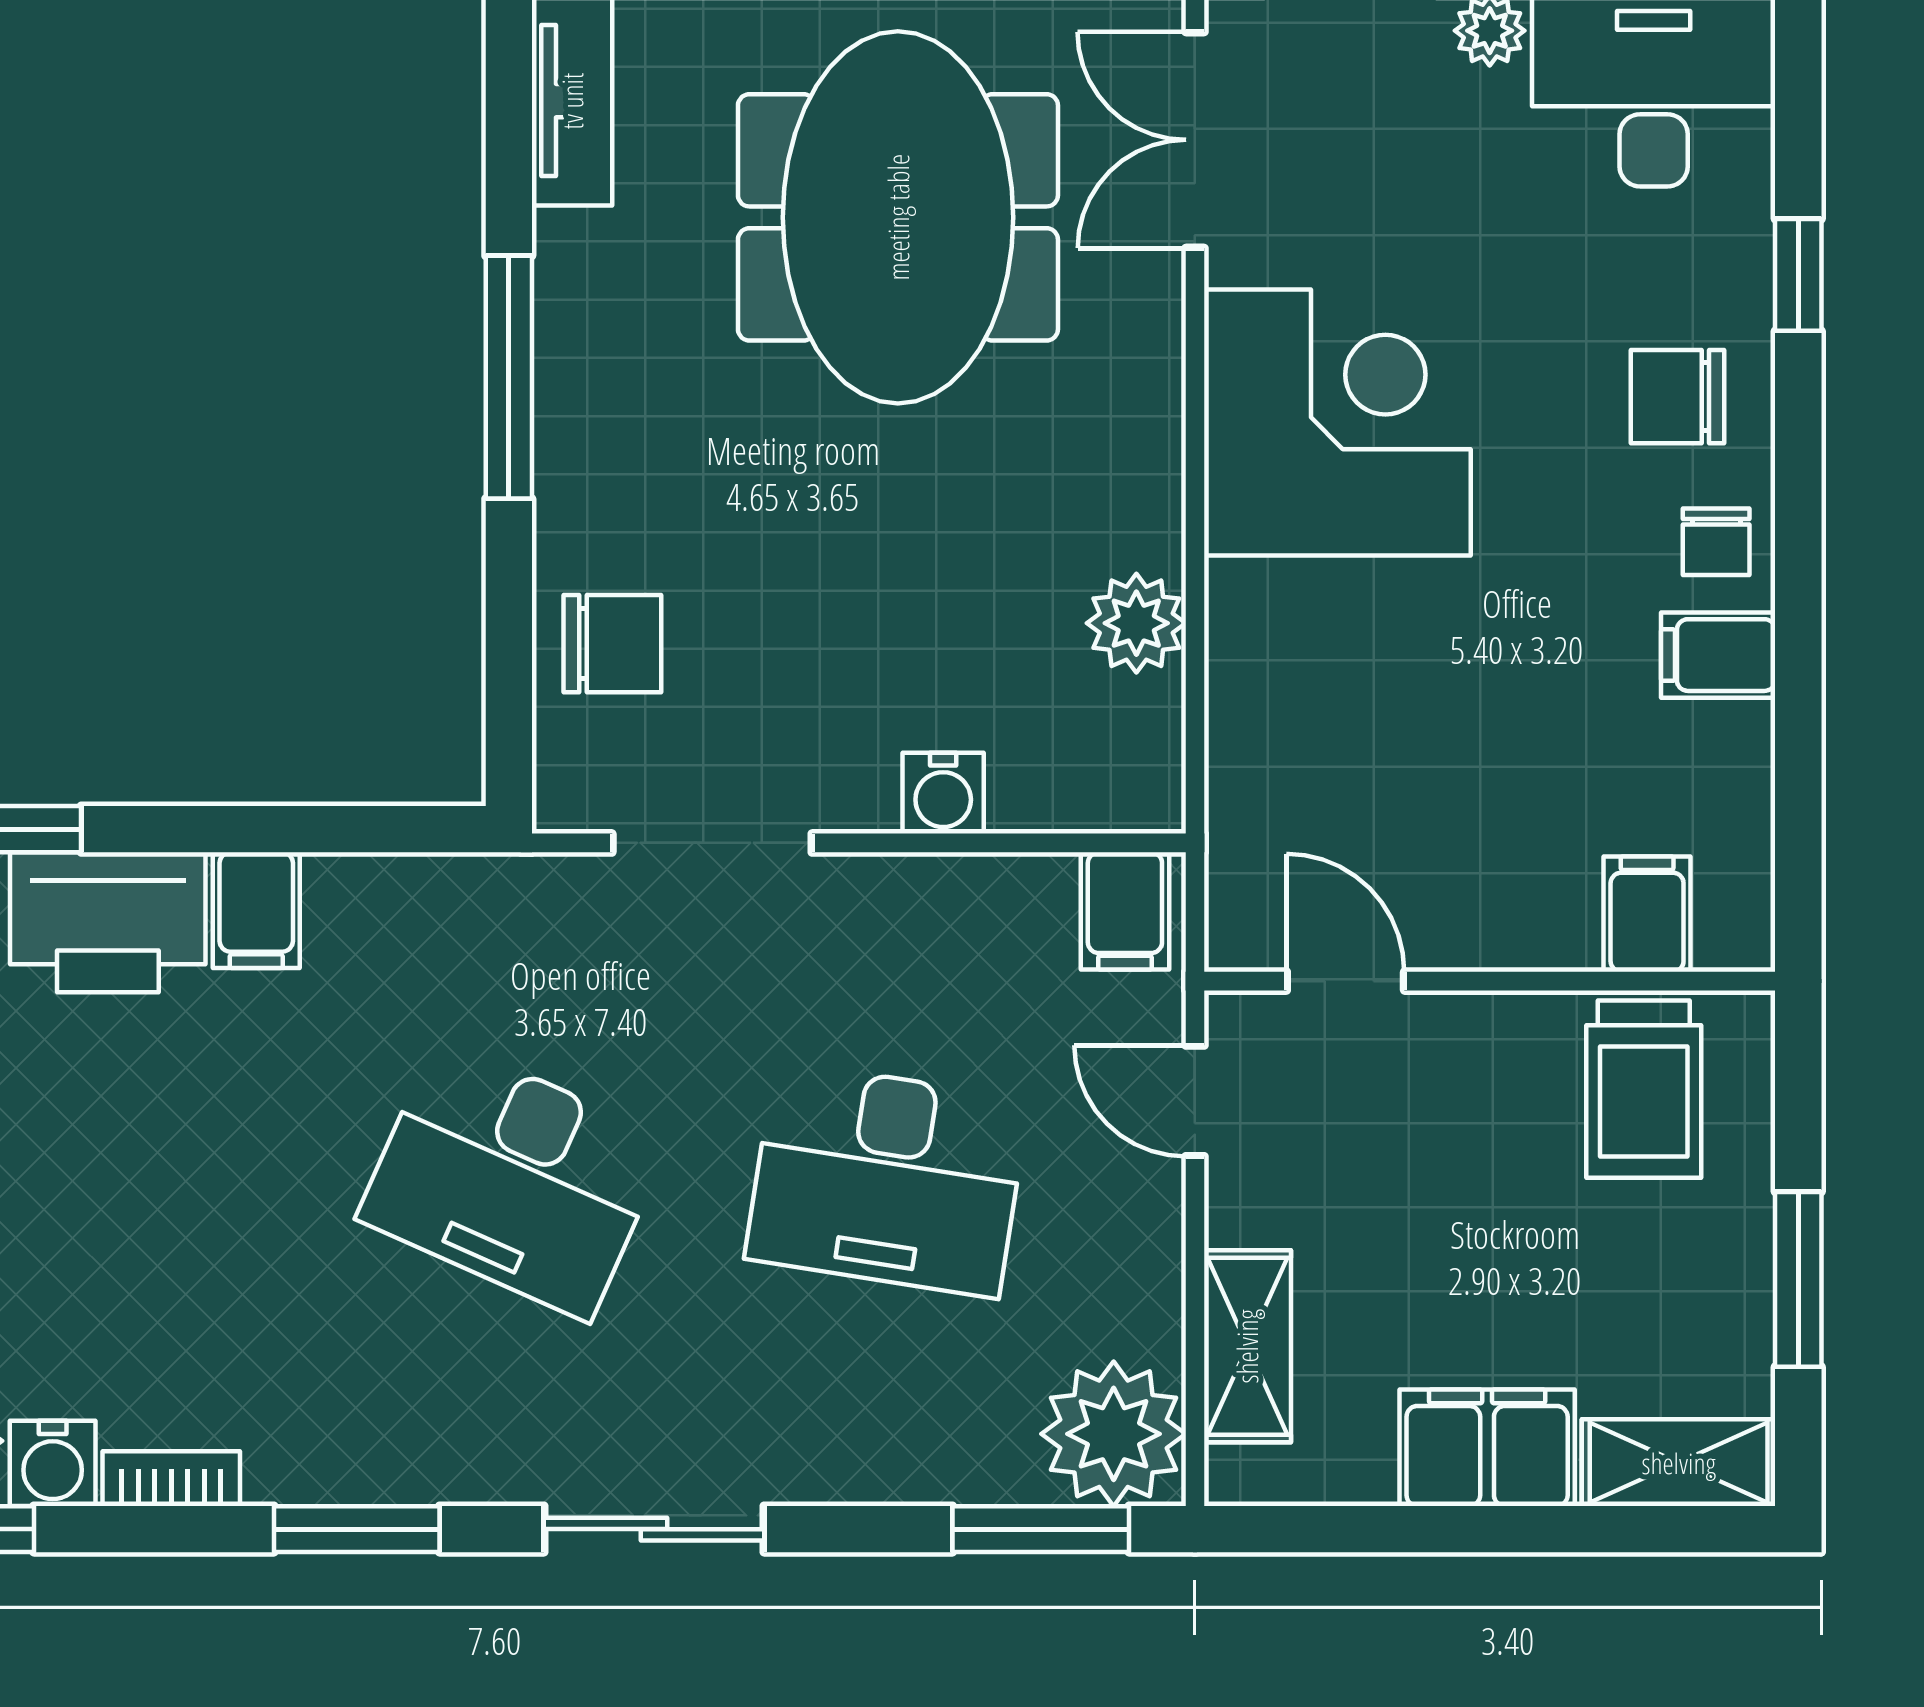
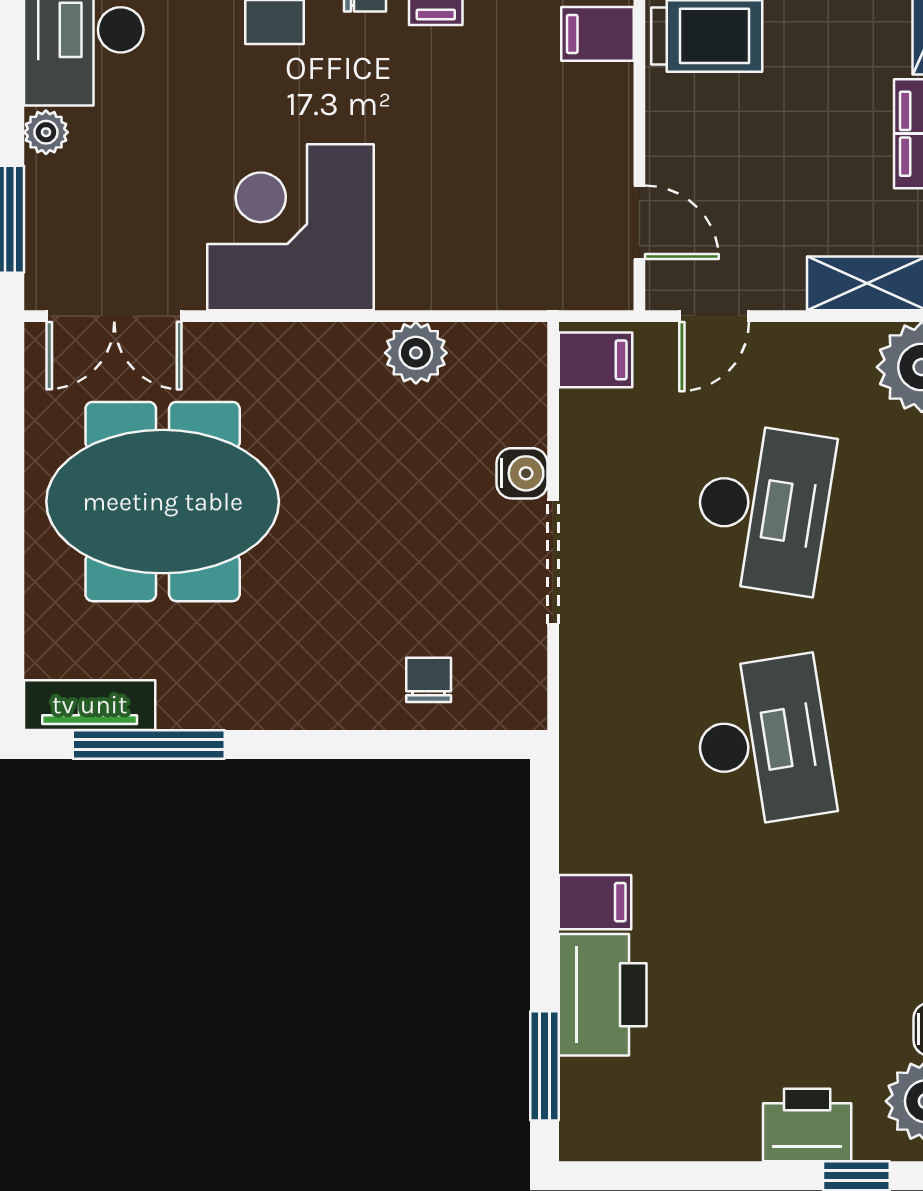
window: (509, 377) -> (149, 744), moved
chair: (612, 644) -> (429, 680), width x0.73, depth x0.73
doorway: (712, 843) -> (553, 562), moved
door: (1345, 981) -> (639, 222), swing flipped
desk: (513, 1179) -> (763, 742), turned -33

